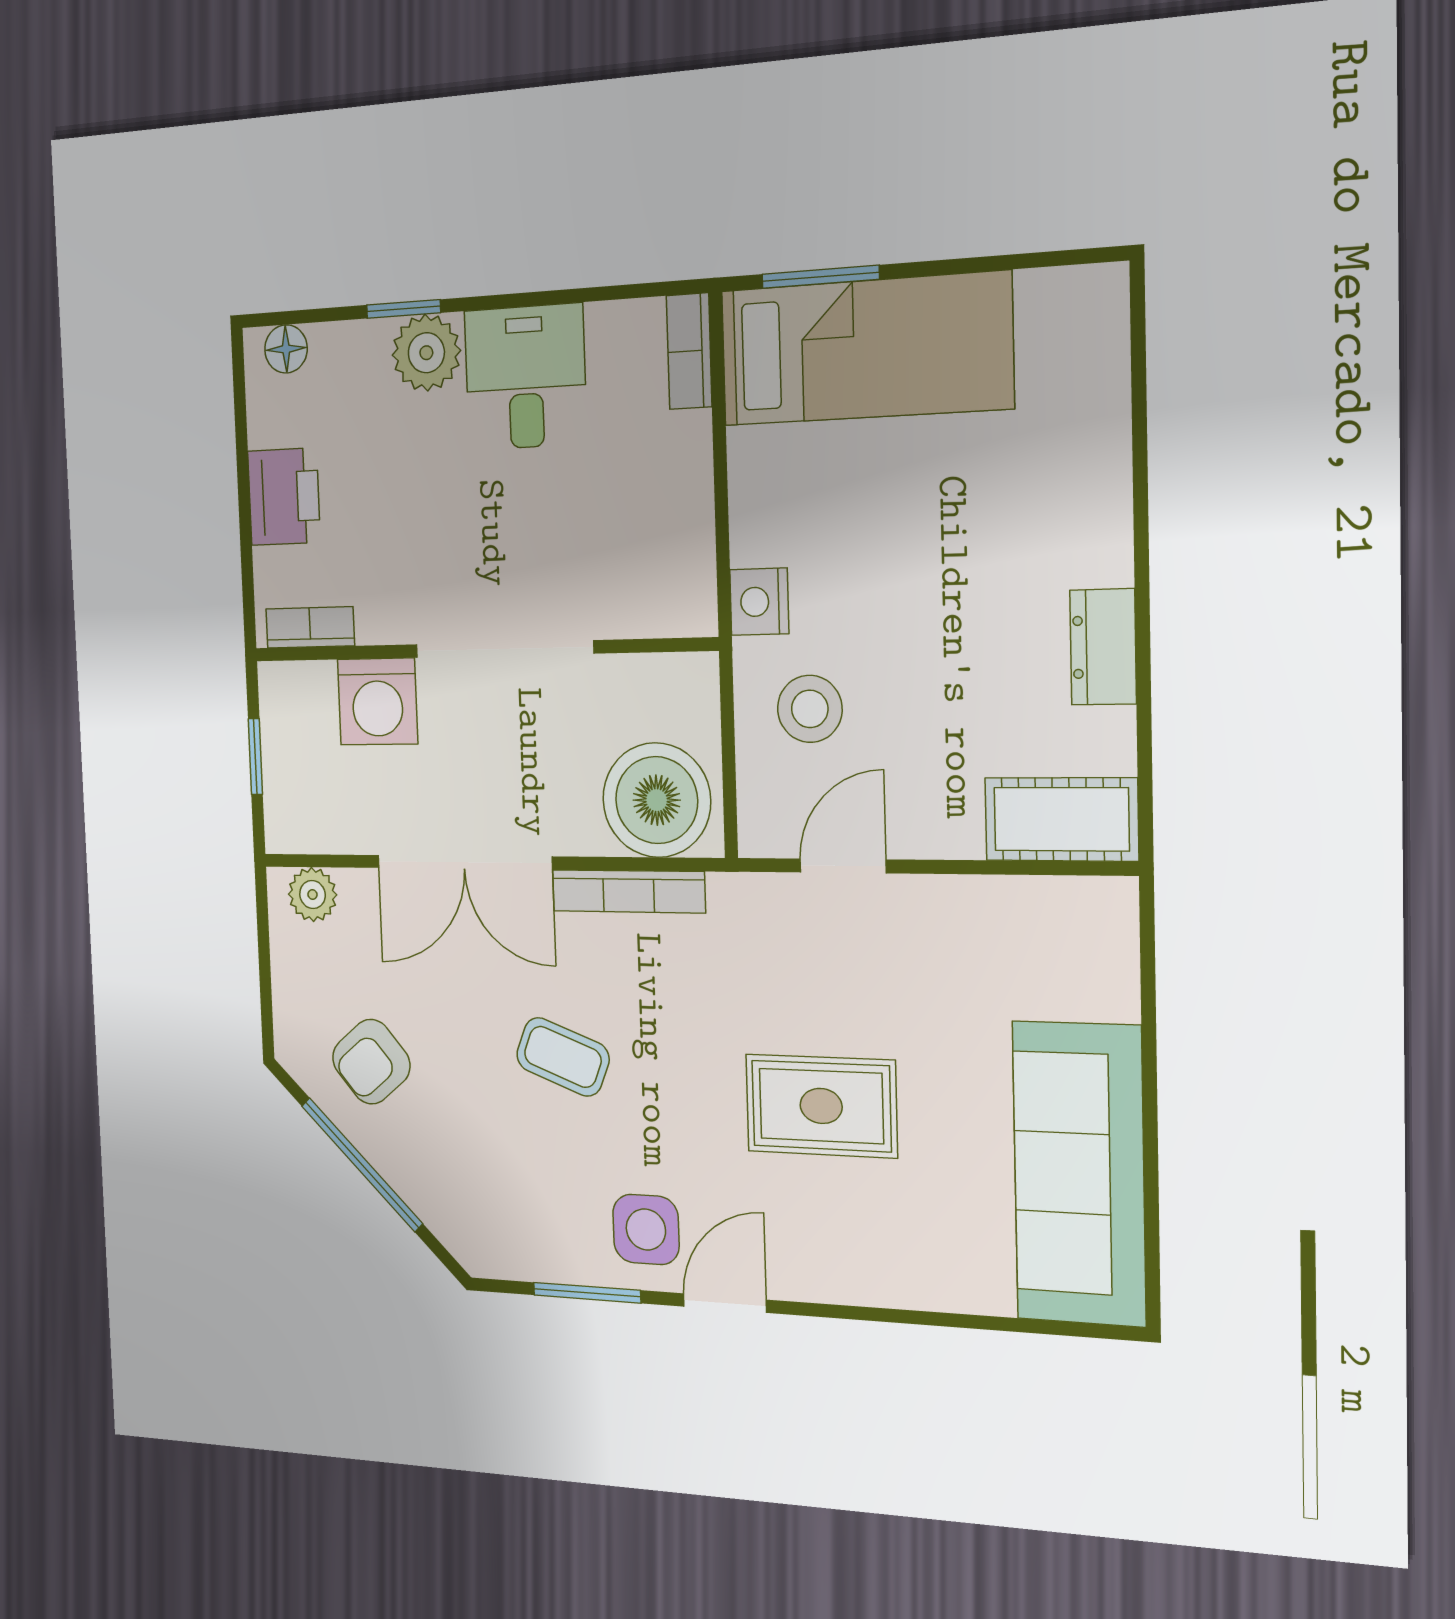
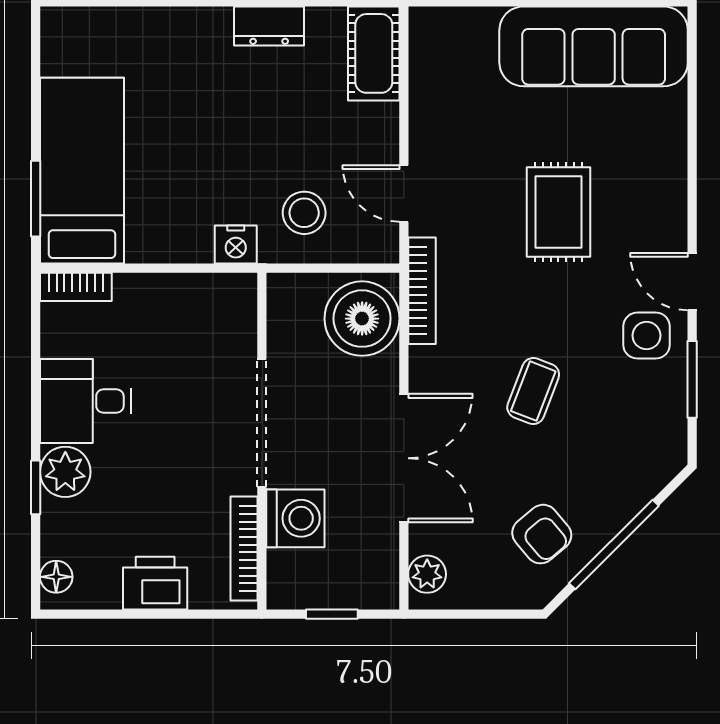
bookcase: (310, 627) -> (244, 549), width x1.56
bookcase: (628, 891) -> (422, 291), moved

